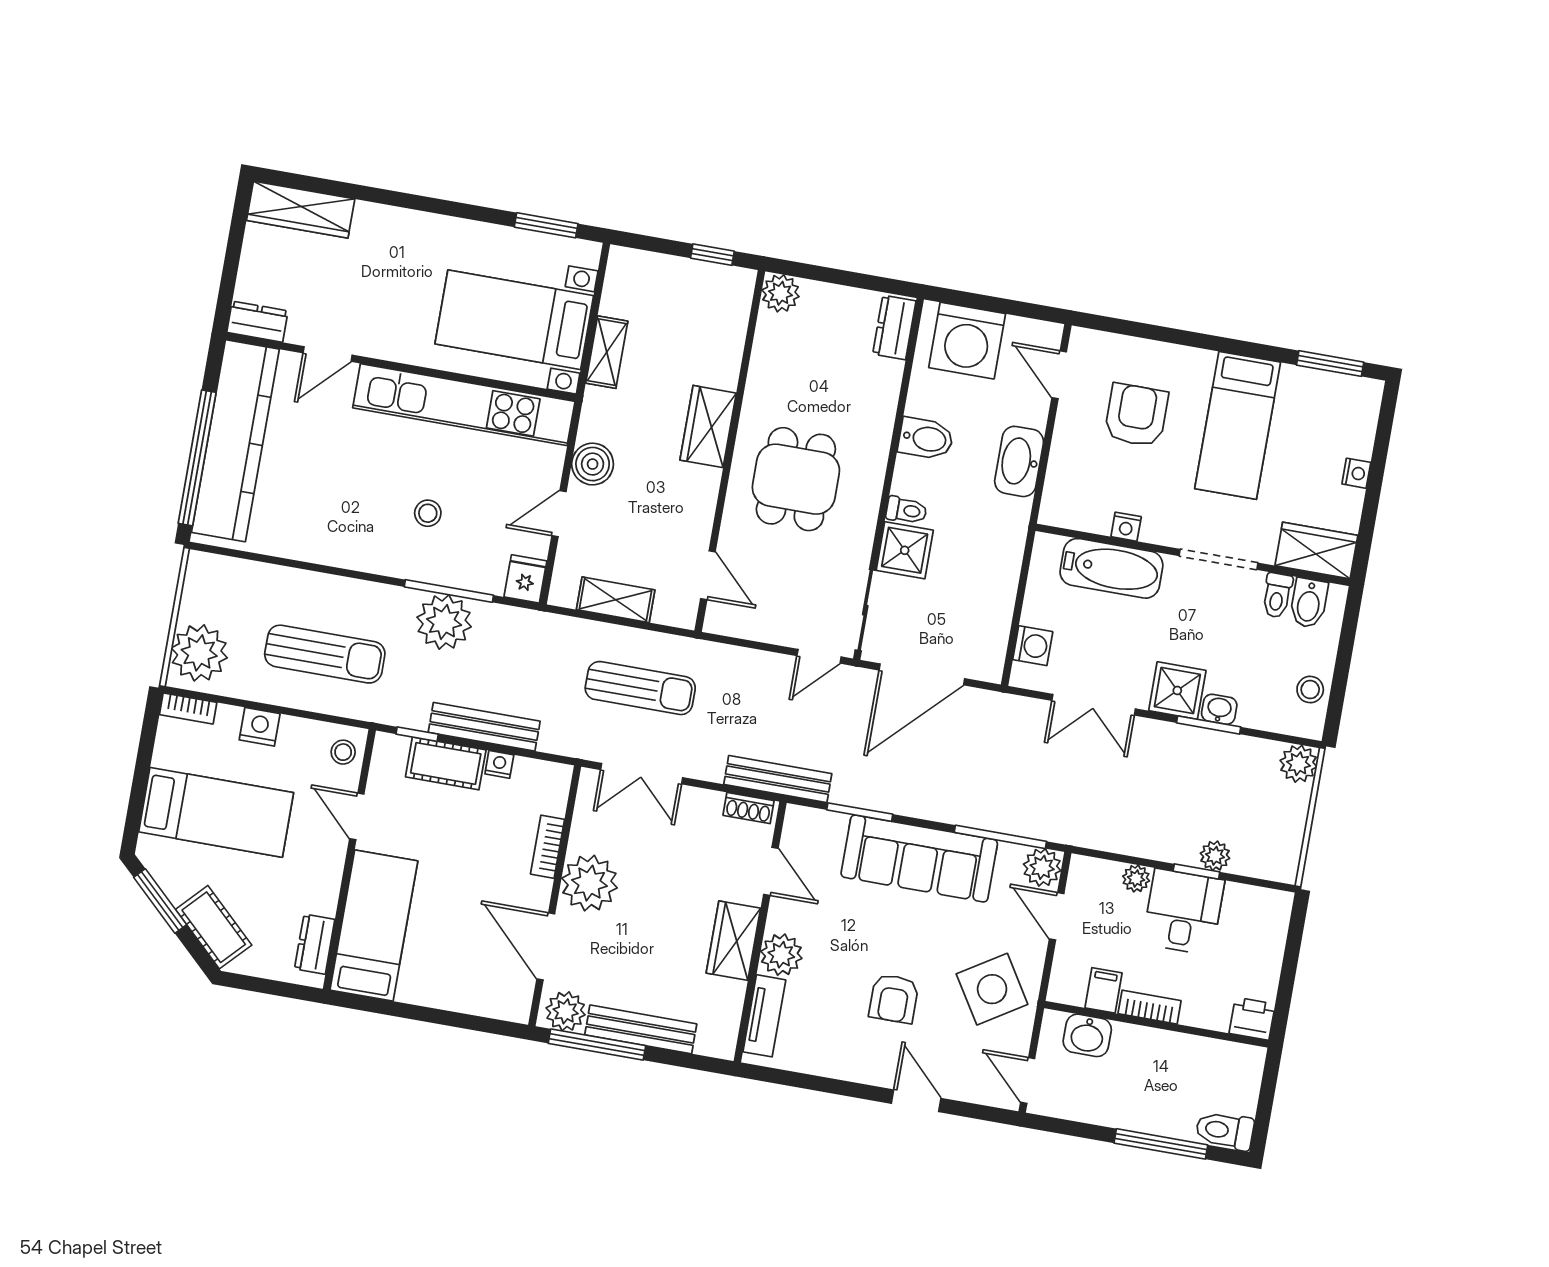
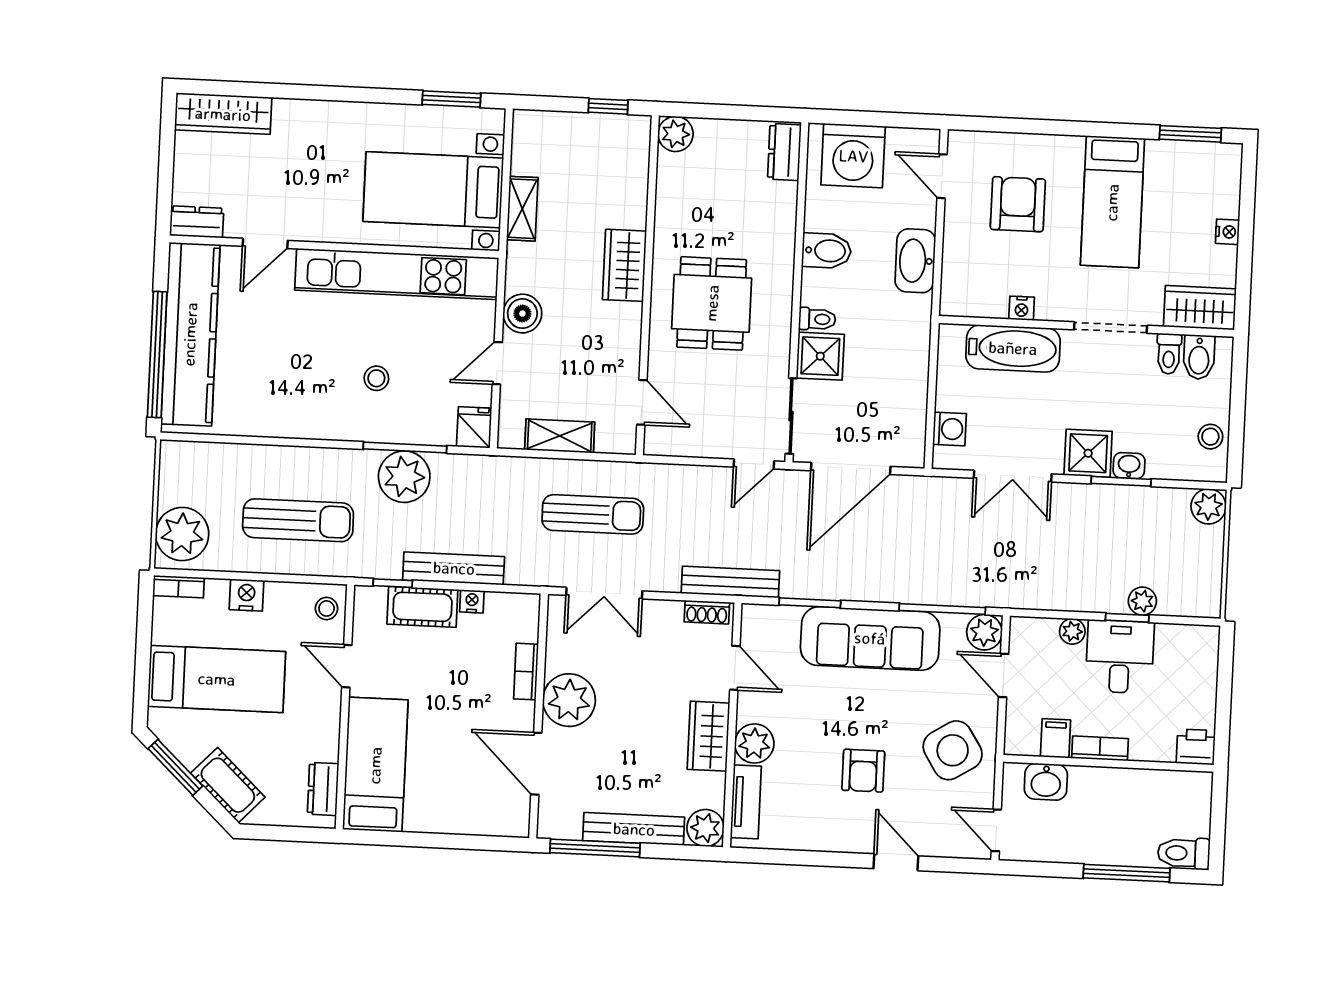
plant: (566, 1011) -> (705, 828), moved

